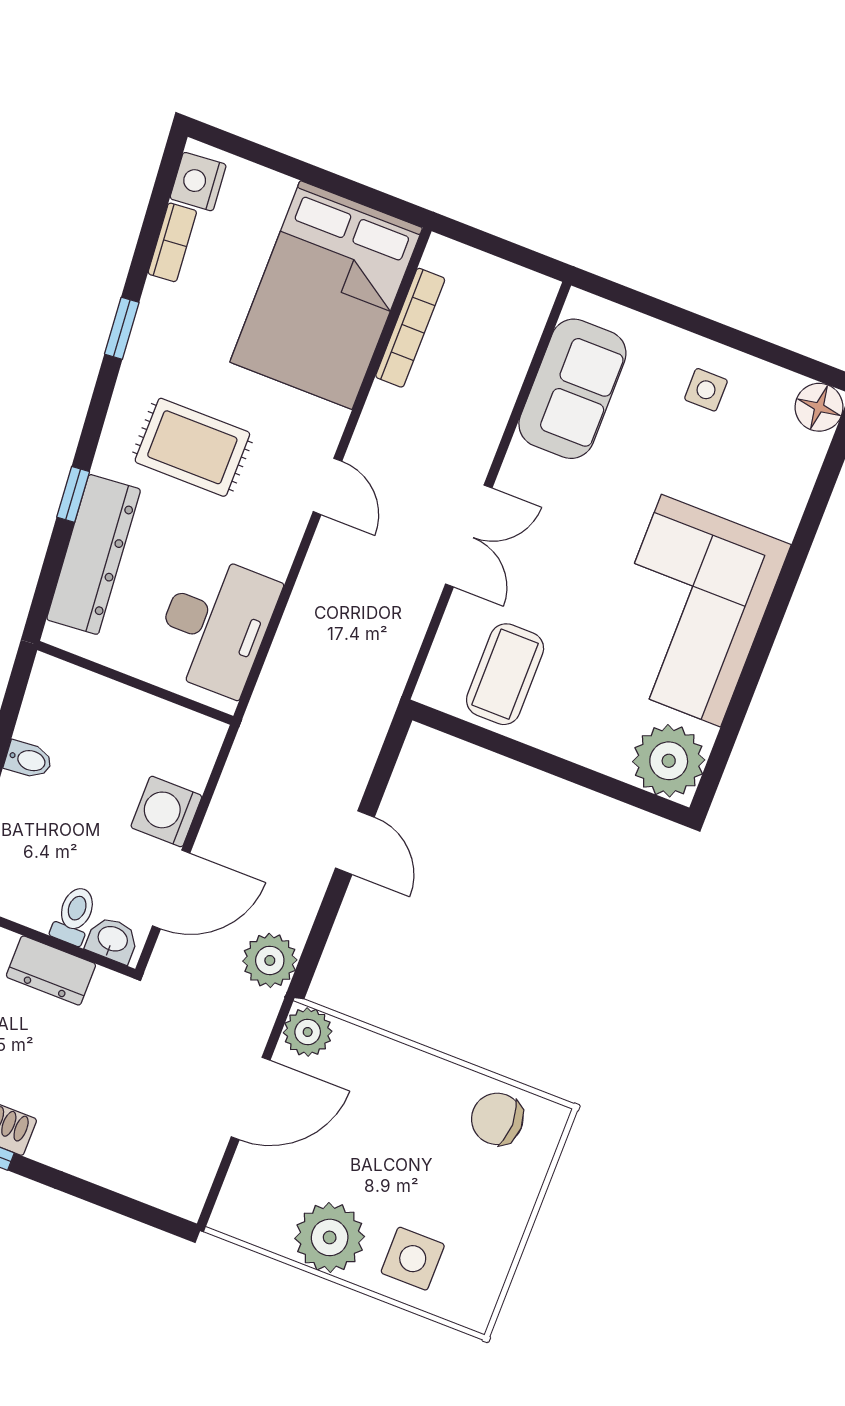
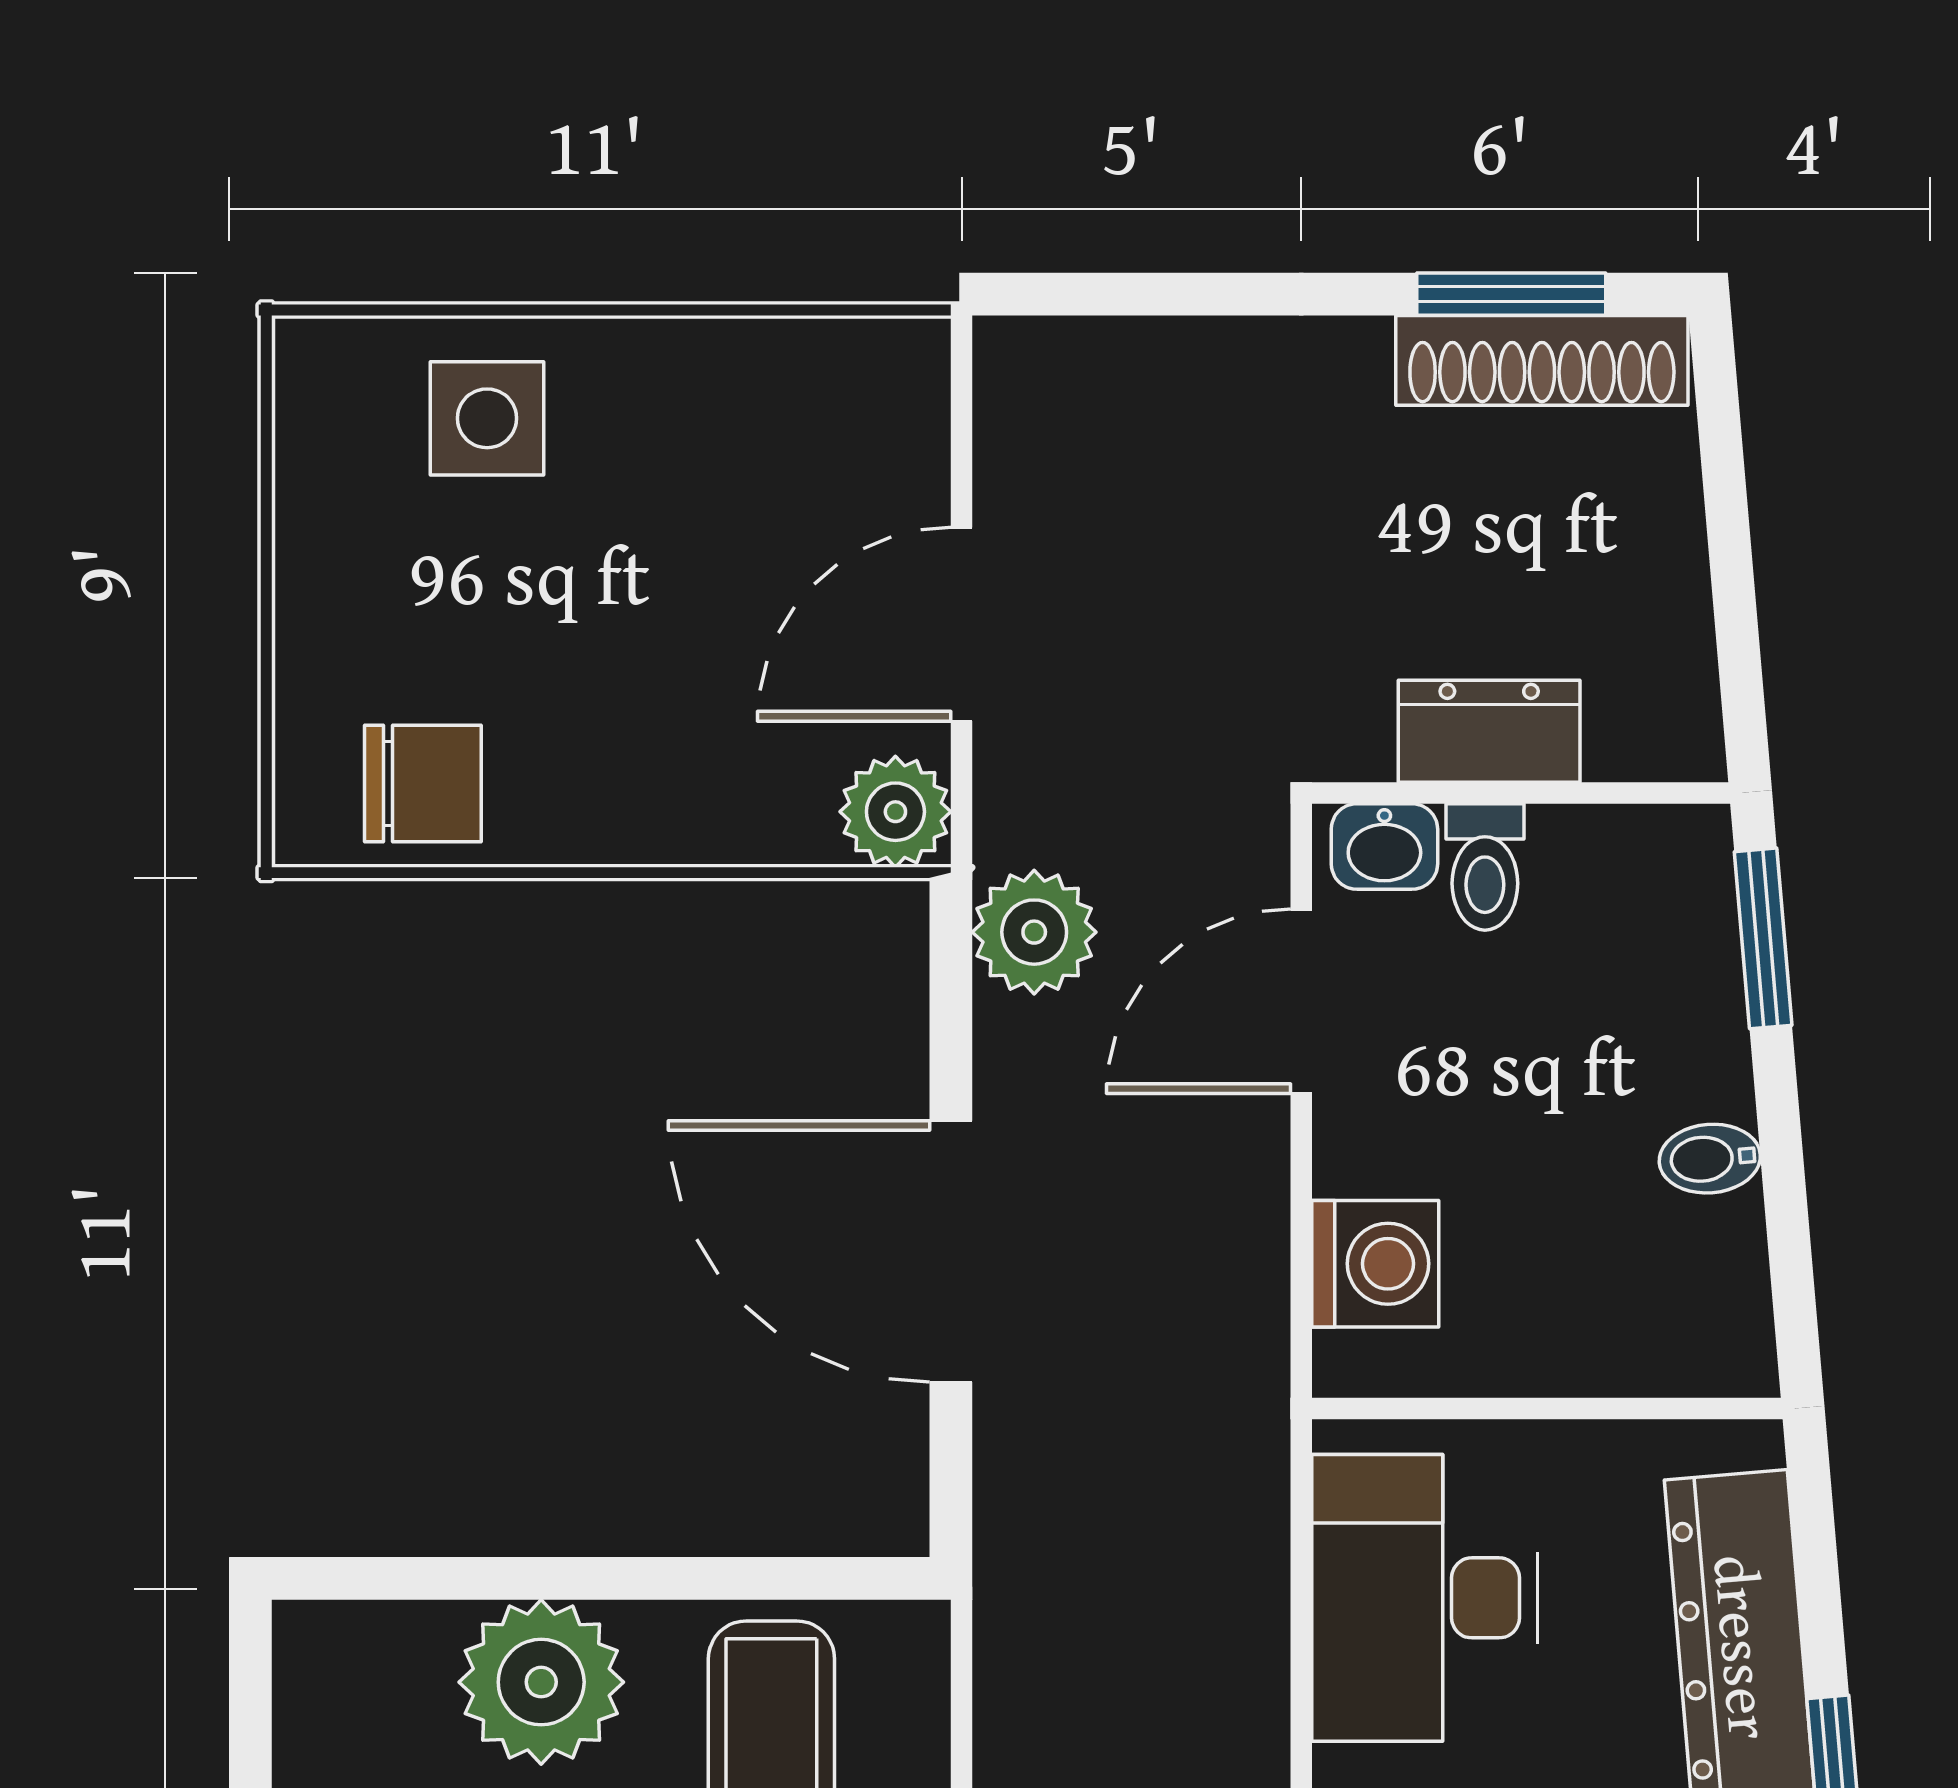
plant: (669, 761) -> (541, 1682), moved
washing machine: (166, 812) -> (1375, 1264), moved
door: (355, 843) -> (951, 1251), width x1.87
plant: (330, 1237) -> (680, 395), removed

